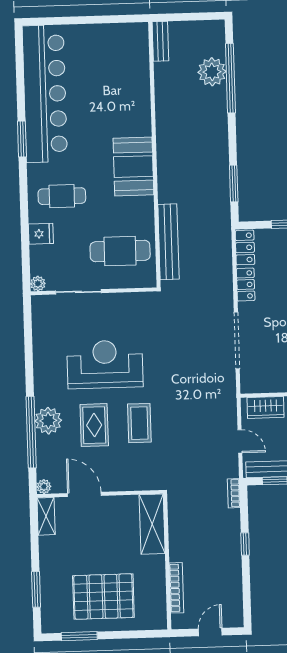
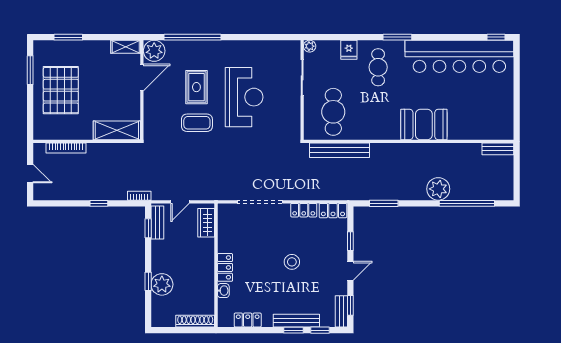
window: (19, 48) -> (496, 37), added
plant: (212, 72) -> (438, 189), moved
window: (22, 139) -> (397, 37), moved
booth: (133, 167) -> (424, 124), moved
plant: (48, 421) -> (201, 51), removed
rug: (94, 425) -> (196, 87), turned 90
plant: (44, 487) -> (154, 51), width x1.88, depth x1.88

